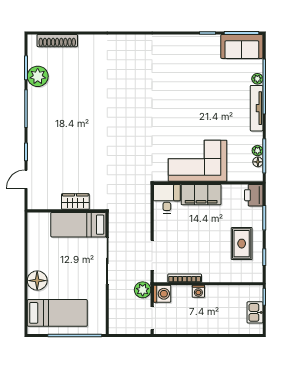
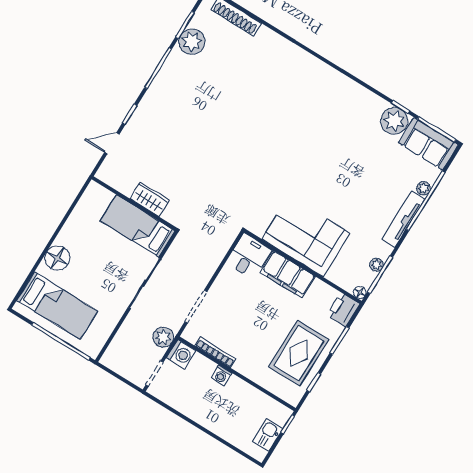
plant: (209, 45) -> (394, 121), added
floor lamp: (258, 162) -> (360, 292), moved
rug: (242, 244) -> (299, 353), width x1.36, depth x1.43

